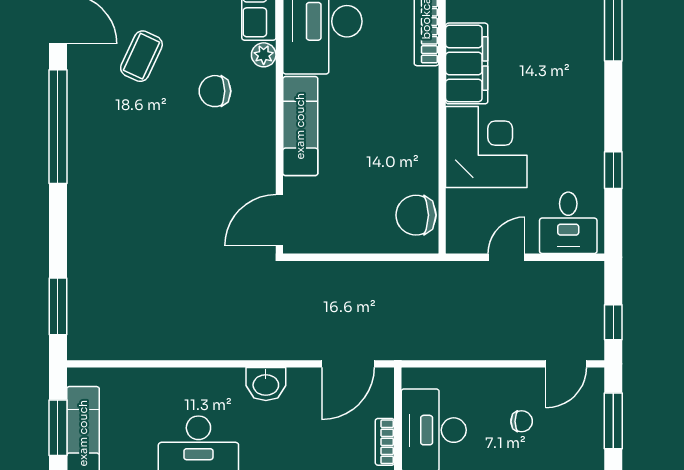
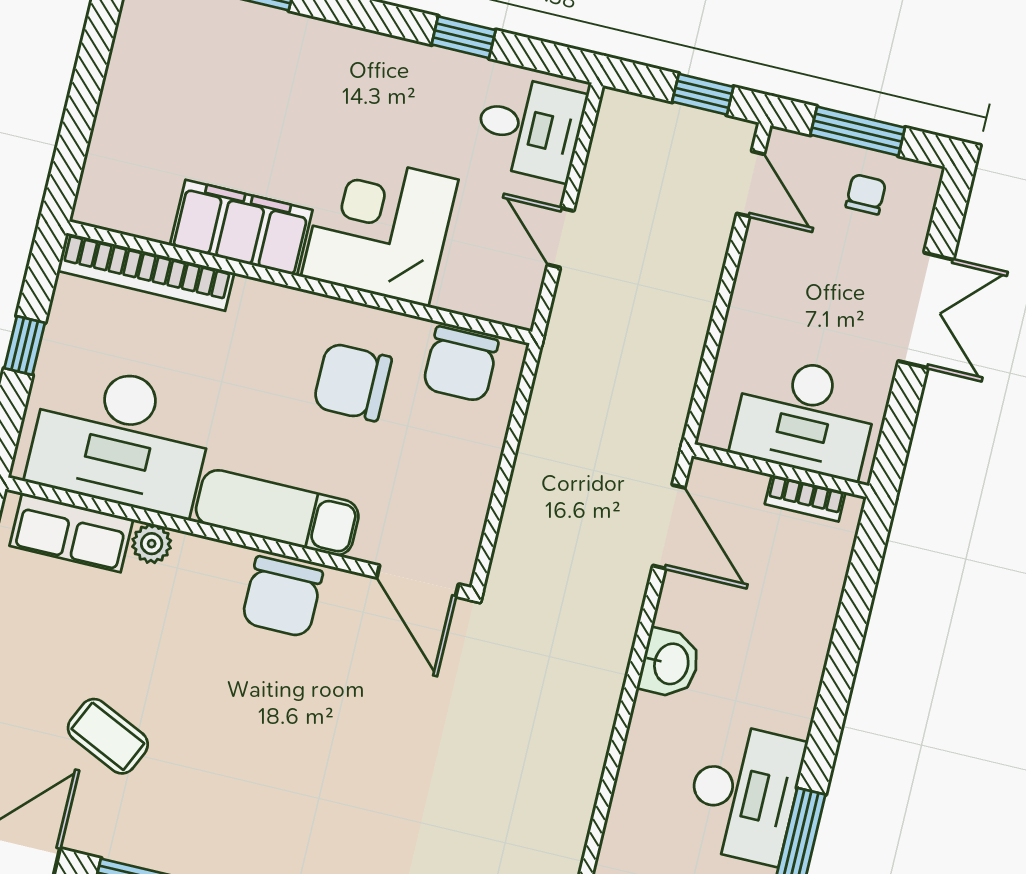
chair: (215, 91) -> (282, 597), moved, width x1.37, depth x1.37
chair: (390, 153) -> (352, 382), added
chair: (522, 421) -> (866, 194), moved

